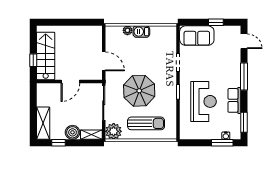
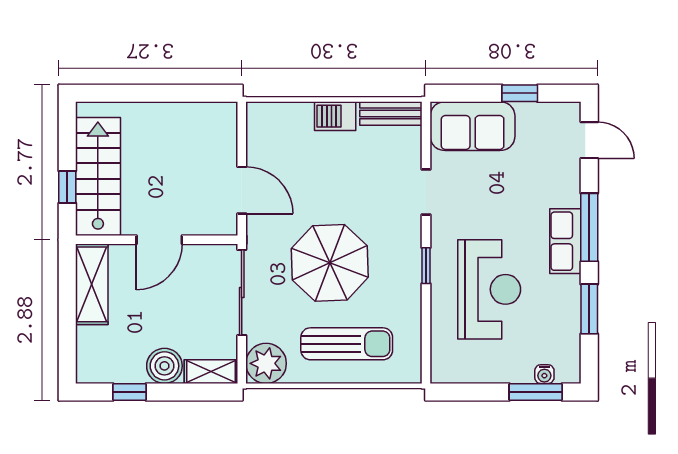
plant: (127, 30) -> (301, 113), removed
bench: (164, 30) -> (391, 113), added
row of seats: (234, 100) -> (565, 241), moved
window: (244, 122) -> (589, 309), moved
shelving: (43, 123) -> (92, 284), moved

